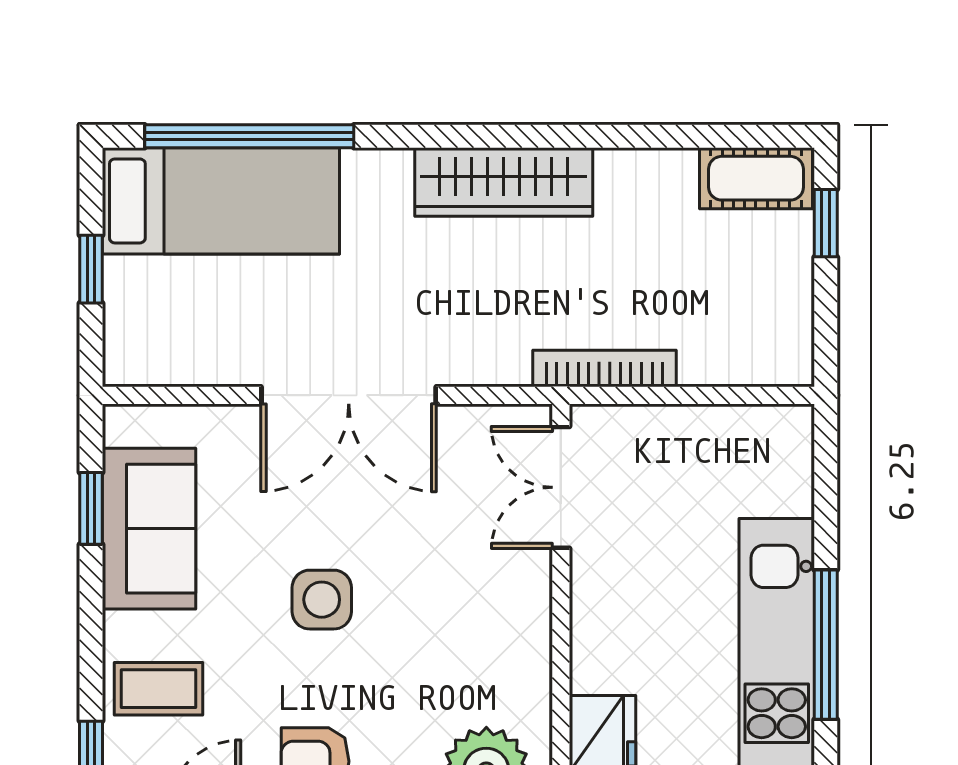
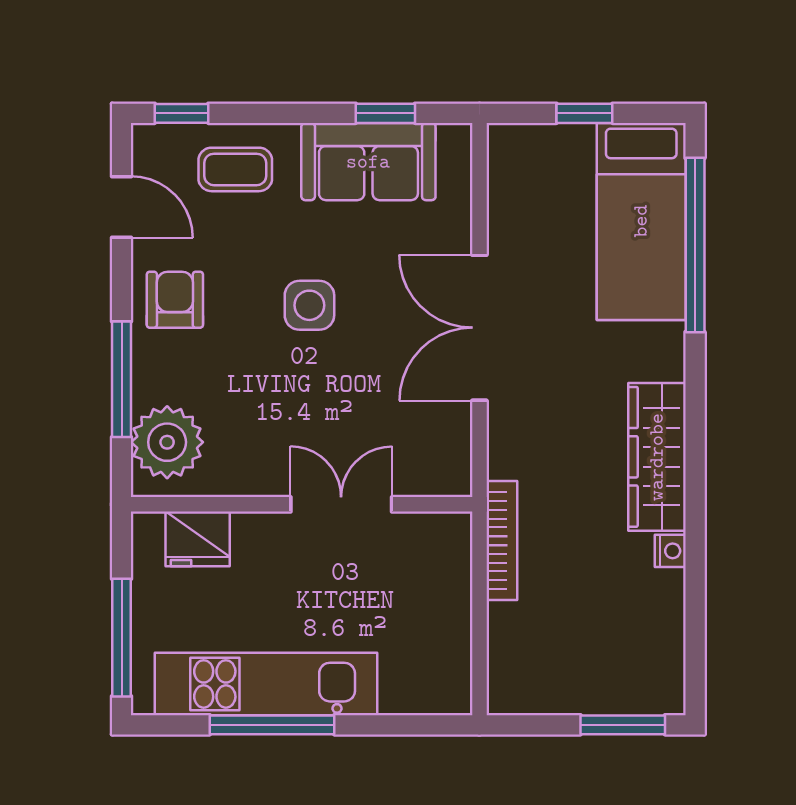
nightstand: (617, 166) -> (670, 551), added
cot: (756, 178) -> (660, 667), removed
window: (826, 223) -> (623, 725), width x1.50
double door: (561, 487) -> (341, 504), moved
coffee table: (159, 689) -> (235, 169), turned 90

